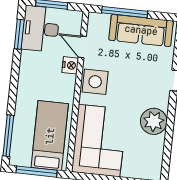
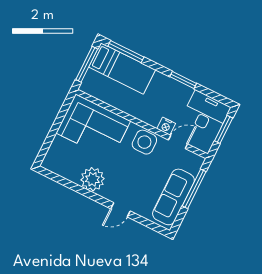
window: (19, 34) -> (183, 80), moved
bed: (50, 136) -> (122, 68), moved

